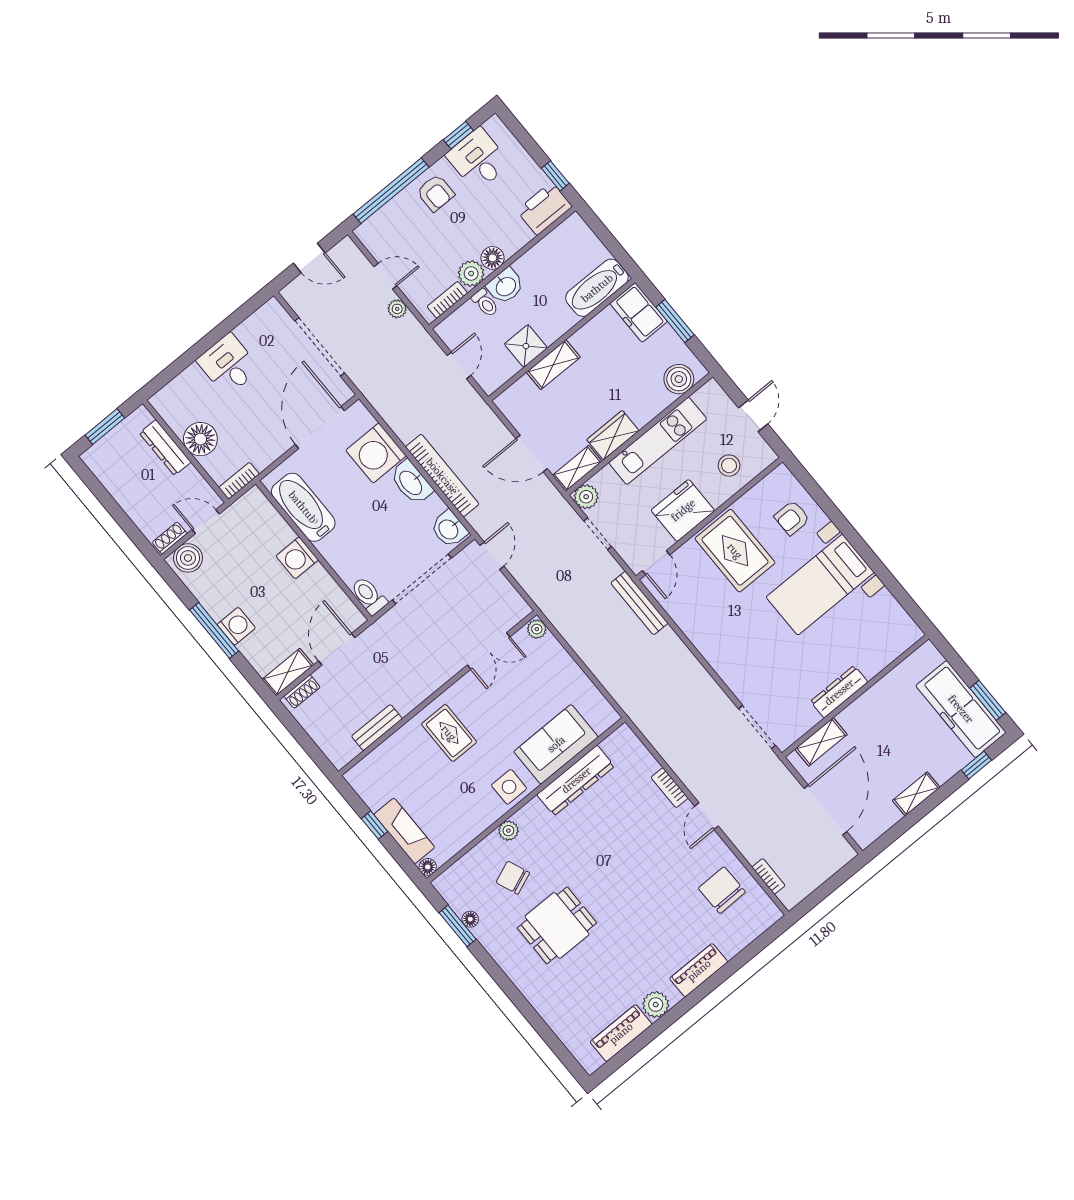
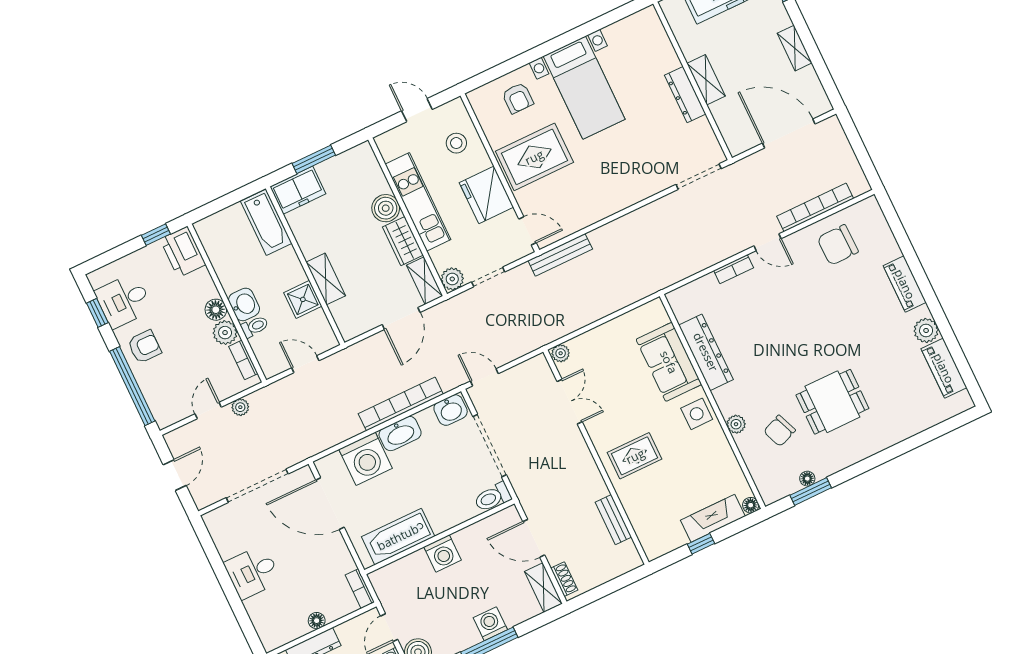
boiler: (679, 379) -> (386, 208), moved
floor lamp: (200, 439) -> (317, 621), width x0.53, depth x0.53
shelving: (821, 742) -> (706, 80), moved
bookcase: (769, 876) -> (815, 207), width x2.31, depth x1.31
dining table: (557, 925) -> (832, 402), turned 90

